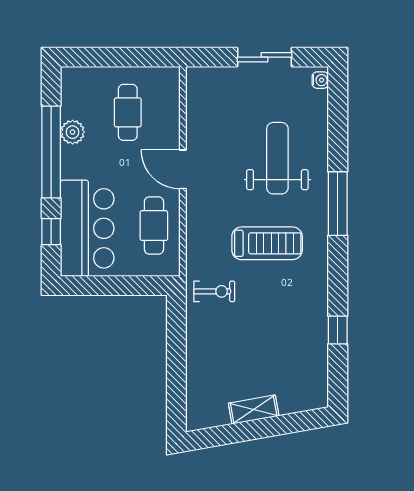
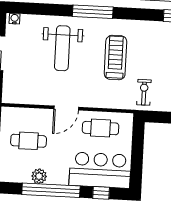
weight bench: (277, 158) -> (62, 48), turned -90

